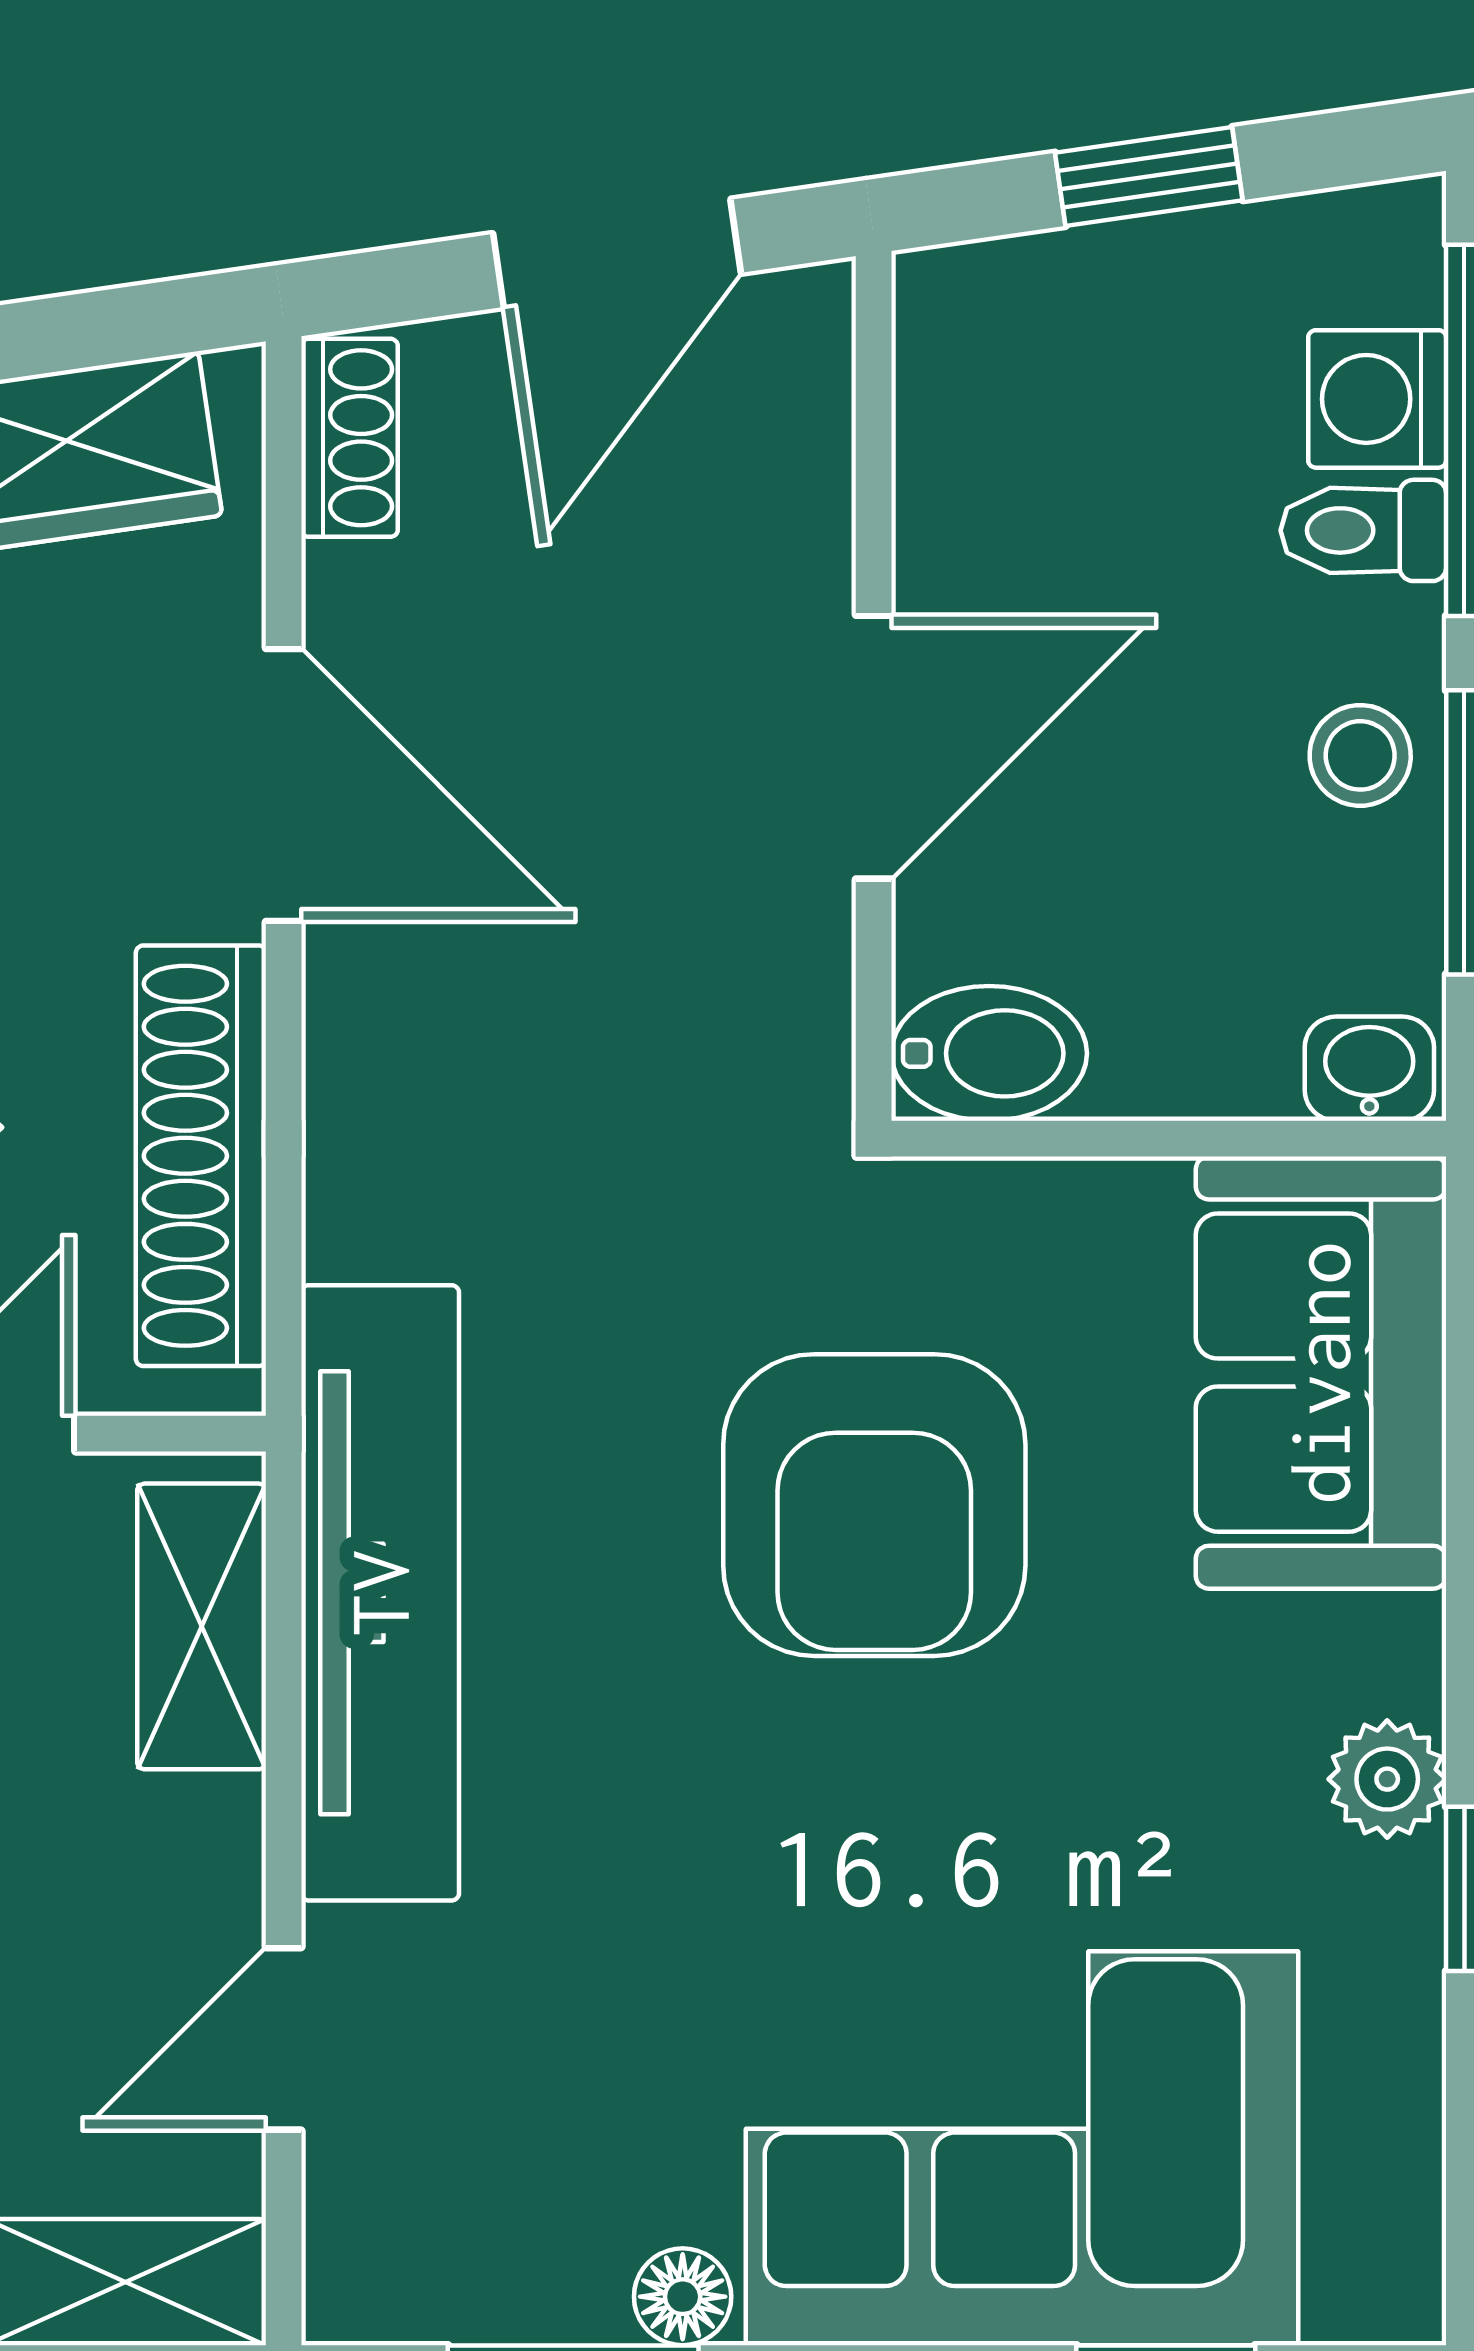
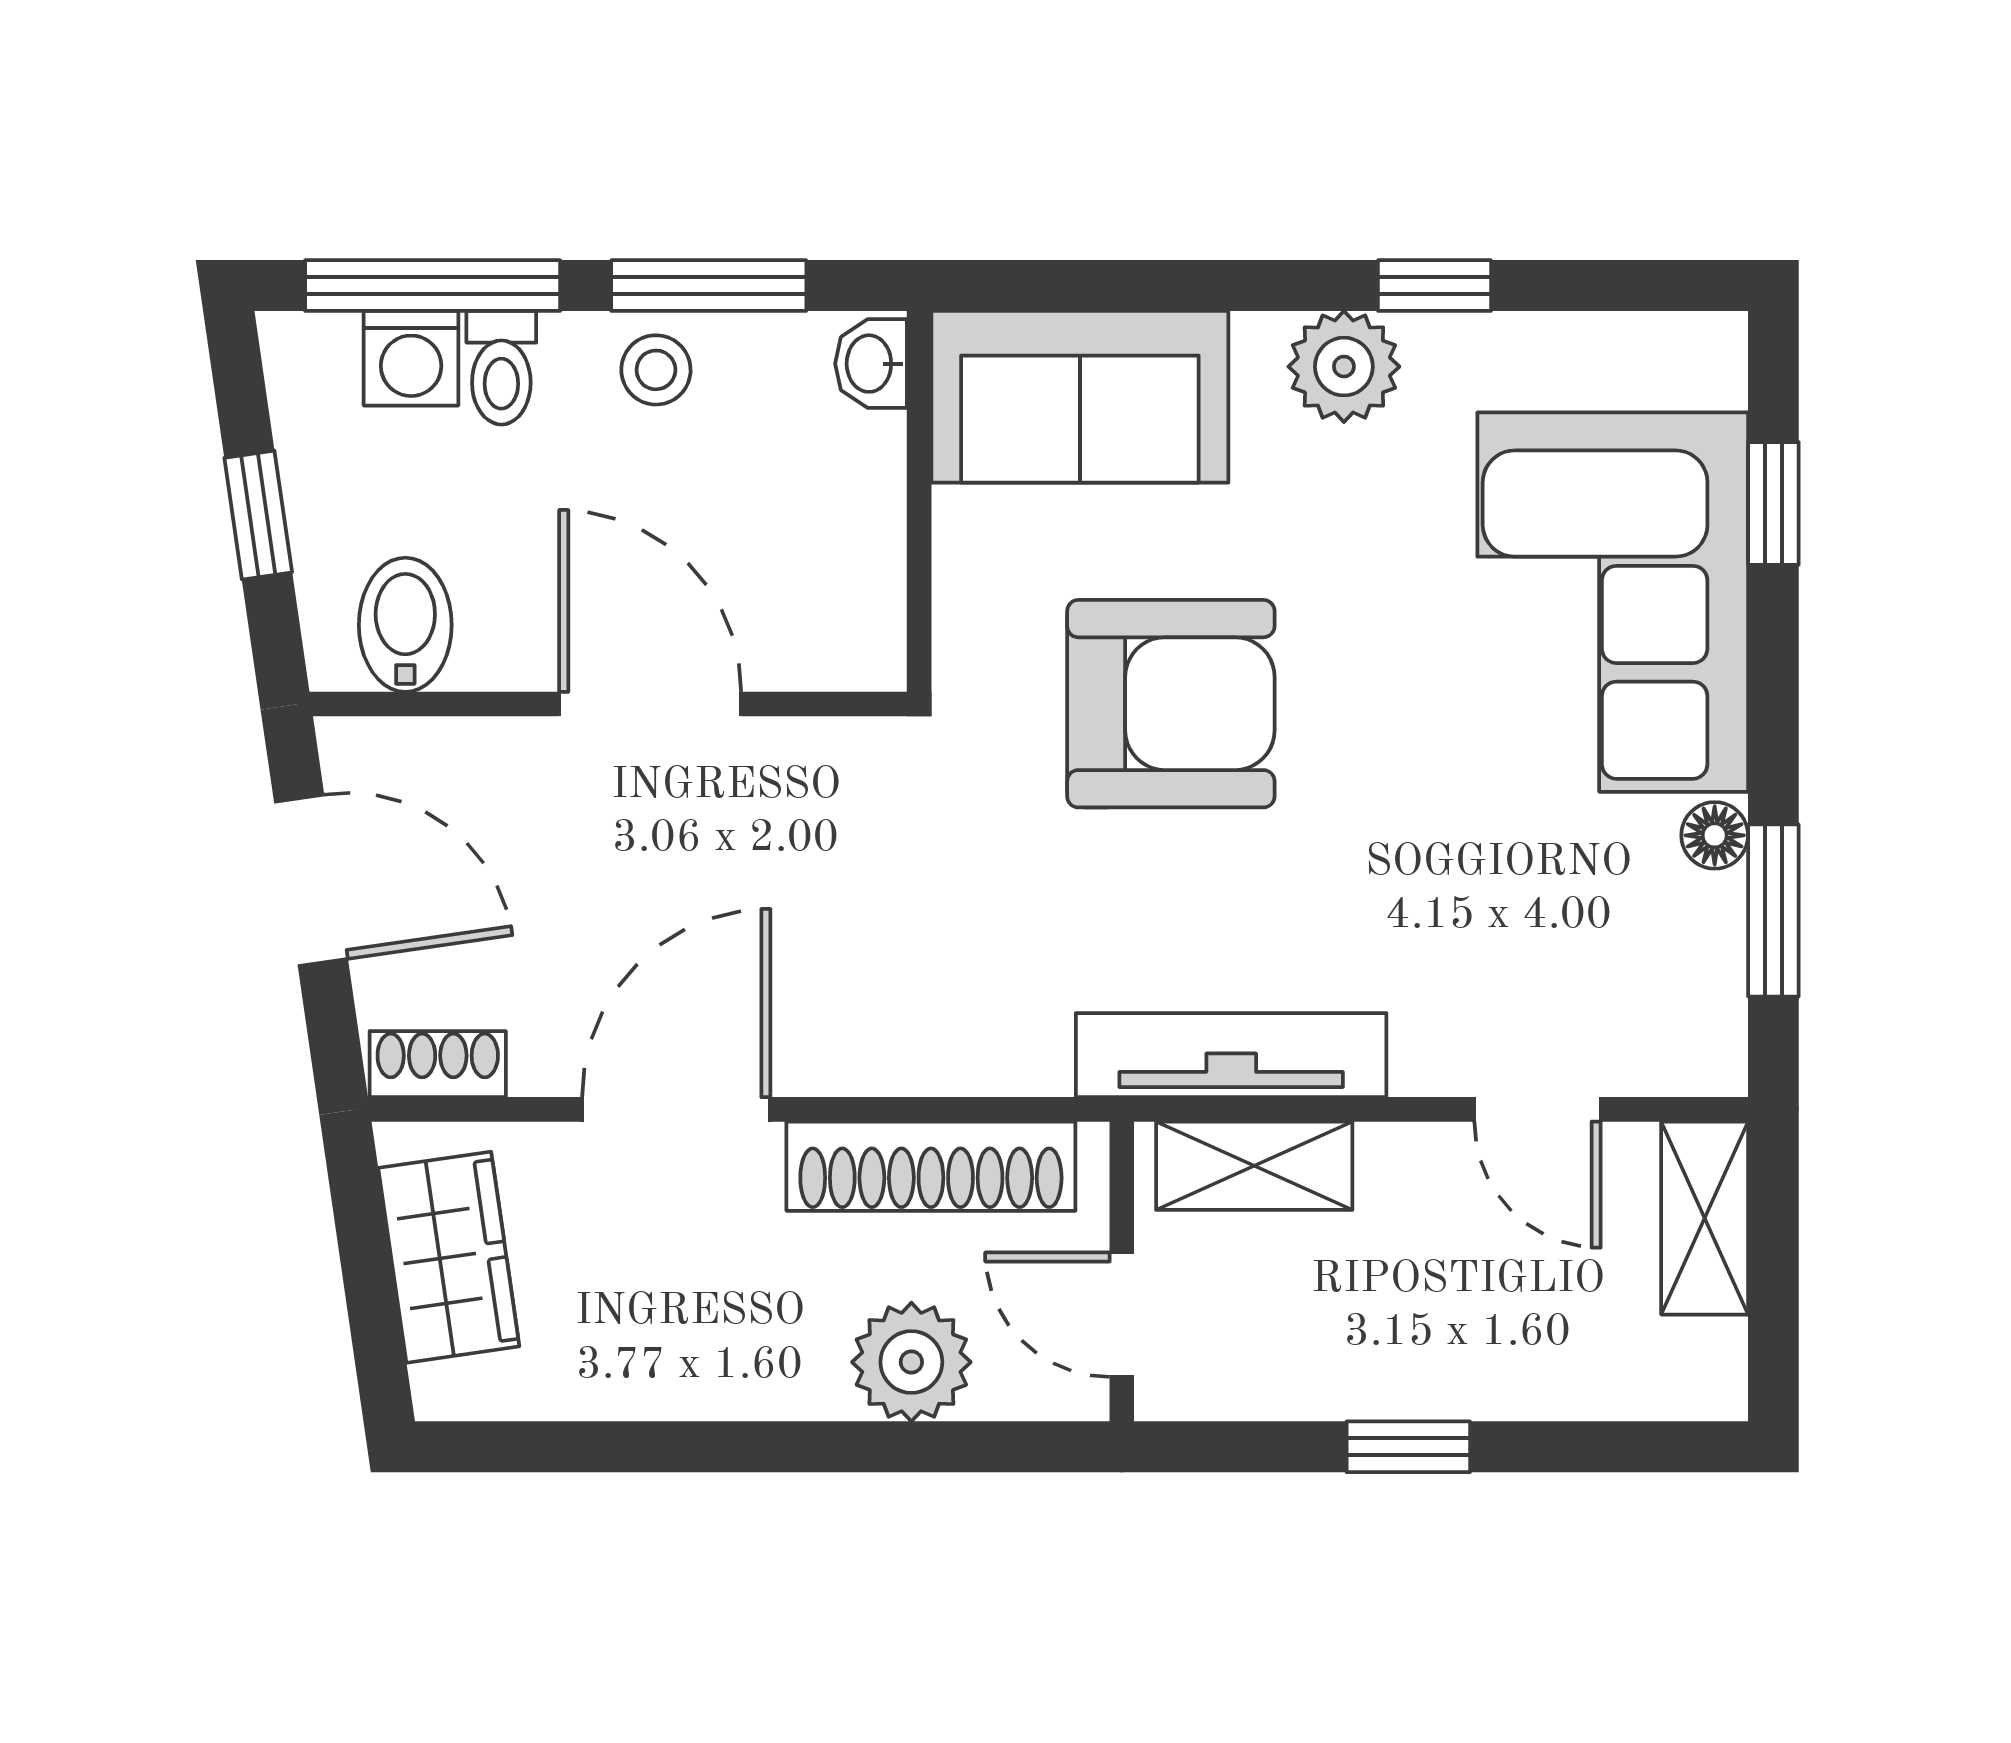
bidet: (989, 1053) -> (405, 625), moved
tv unit: (380, 1593) -> (1231, 1055), width x0.73, depth x0.78
plant: (1387, 1779) -> (1344, 367), width x1.38, depth x1.38

